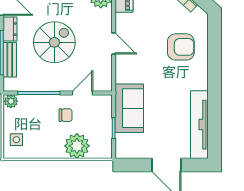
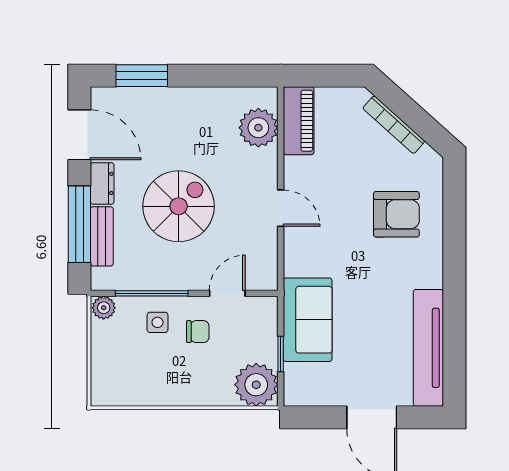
side table: (16, 140) -> (157, 322), moved
plant: (77, 146) -> (256, 385), moved

